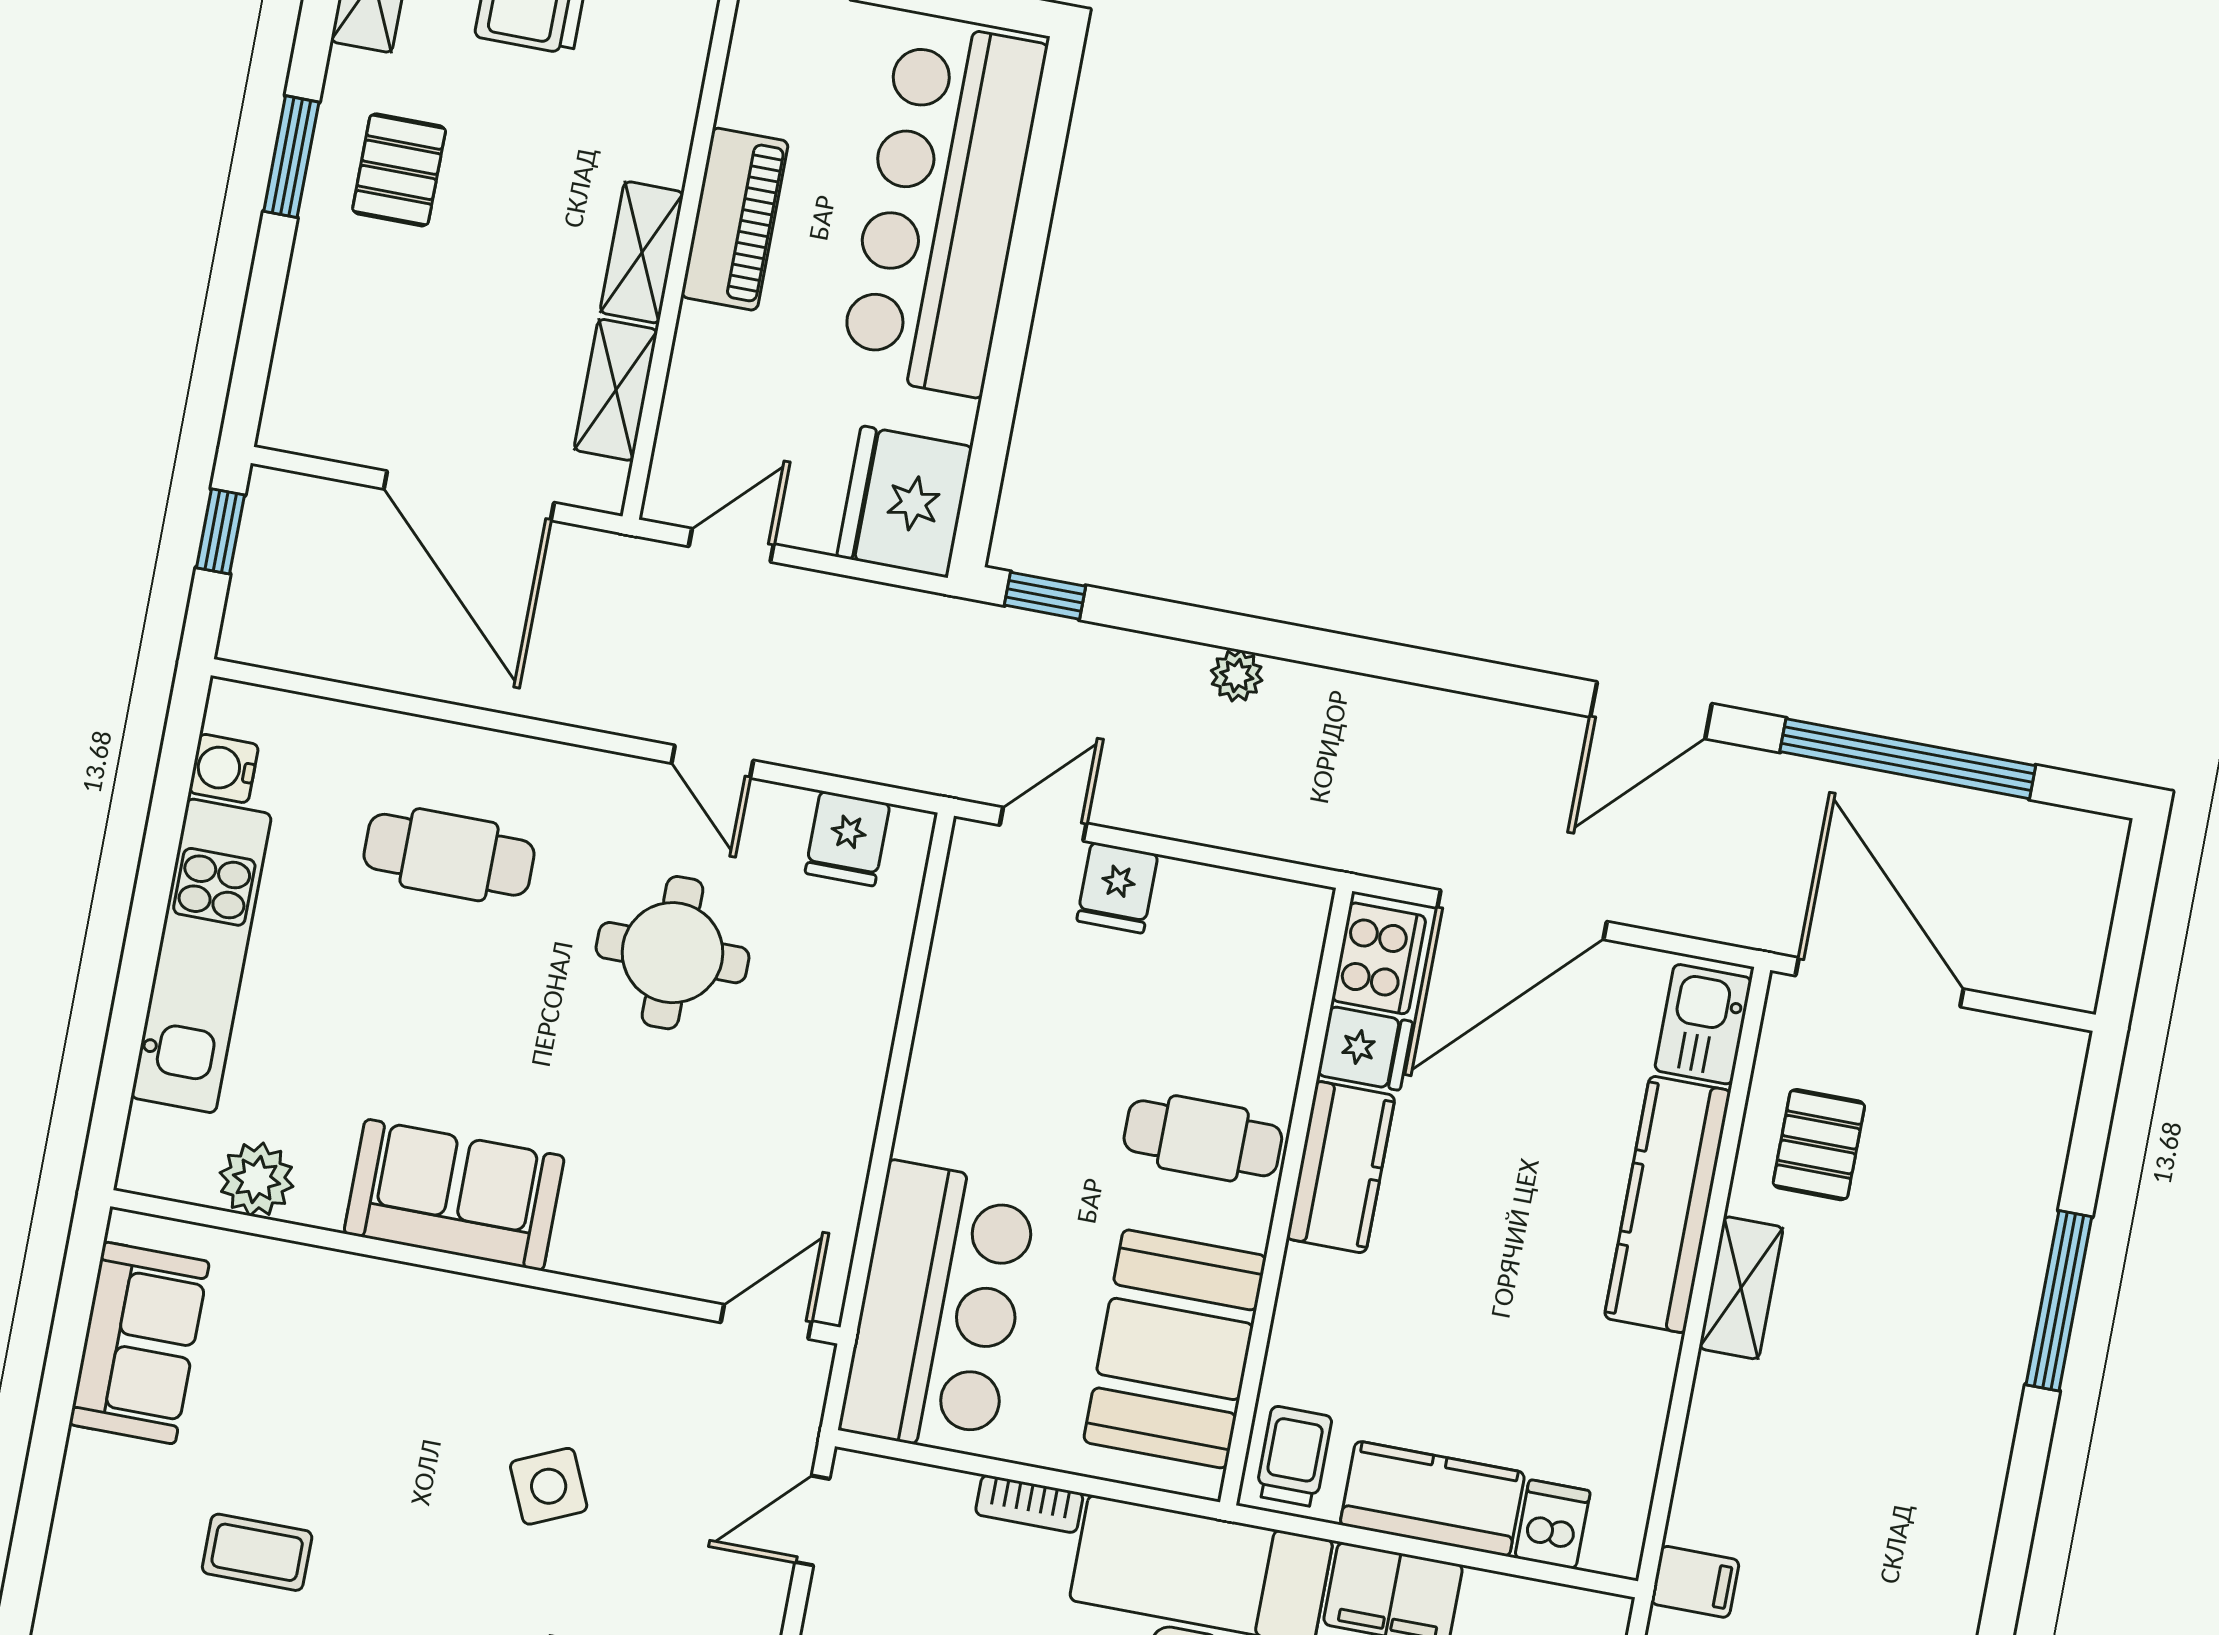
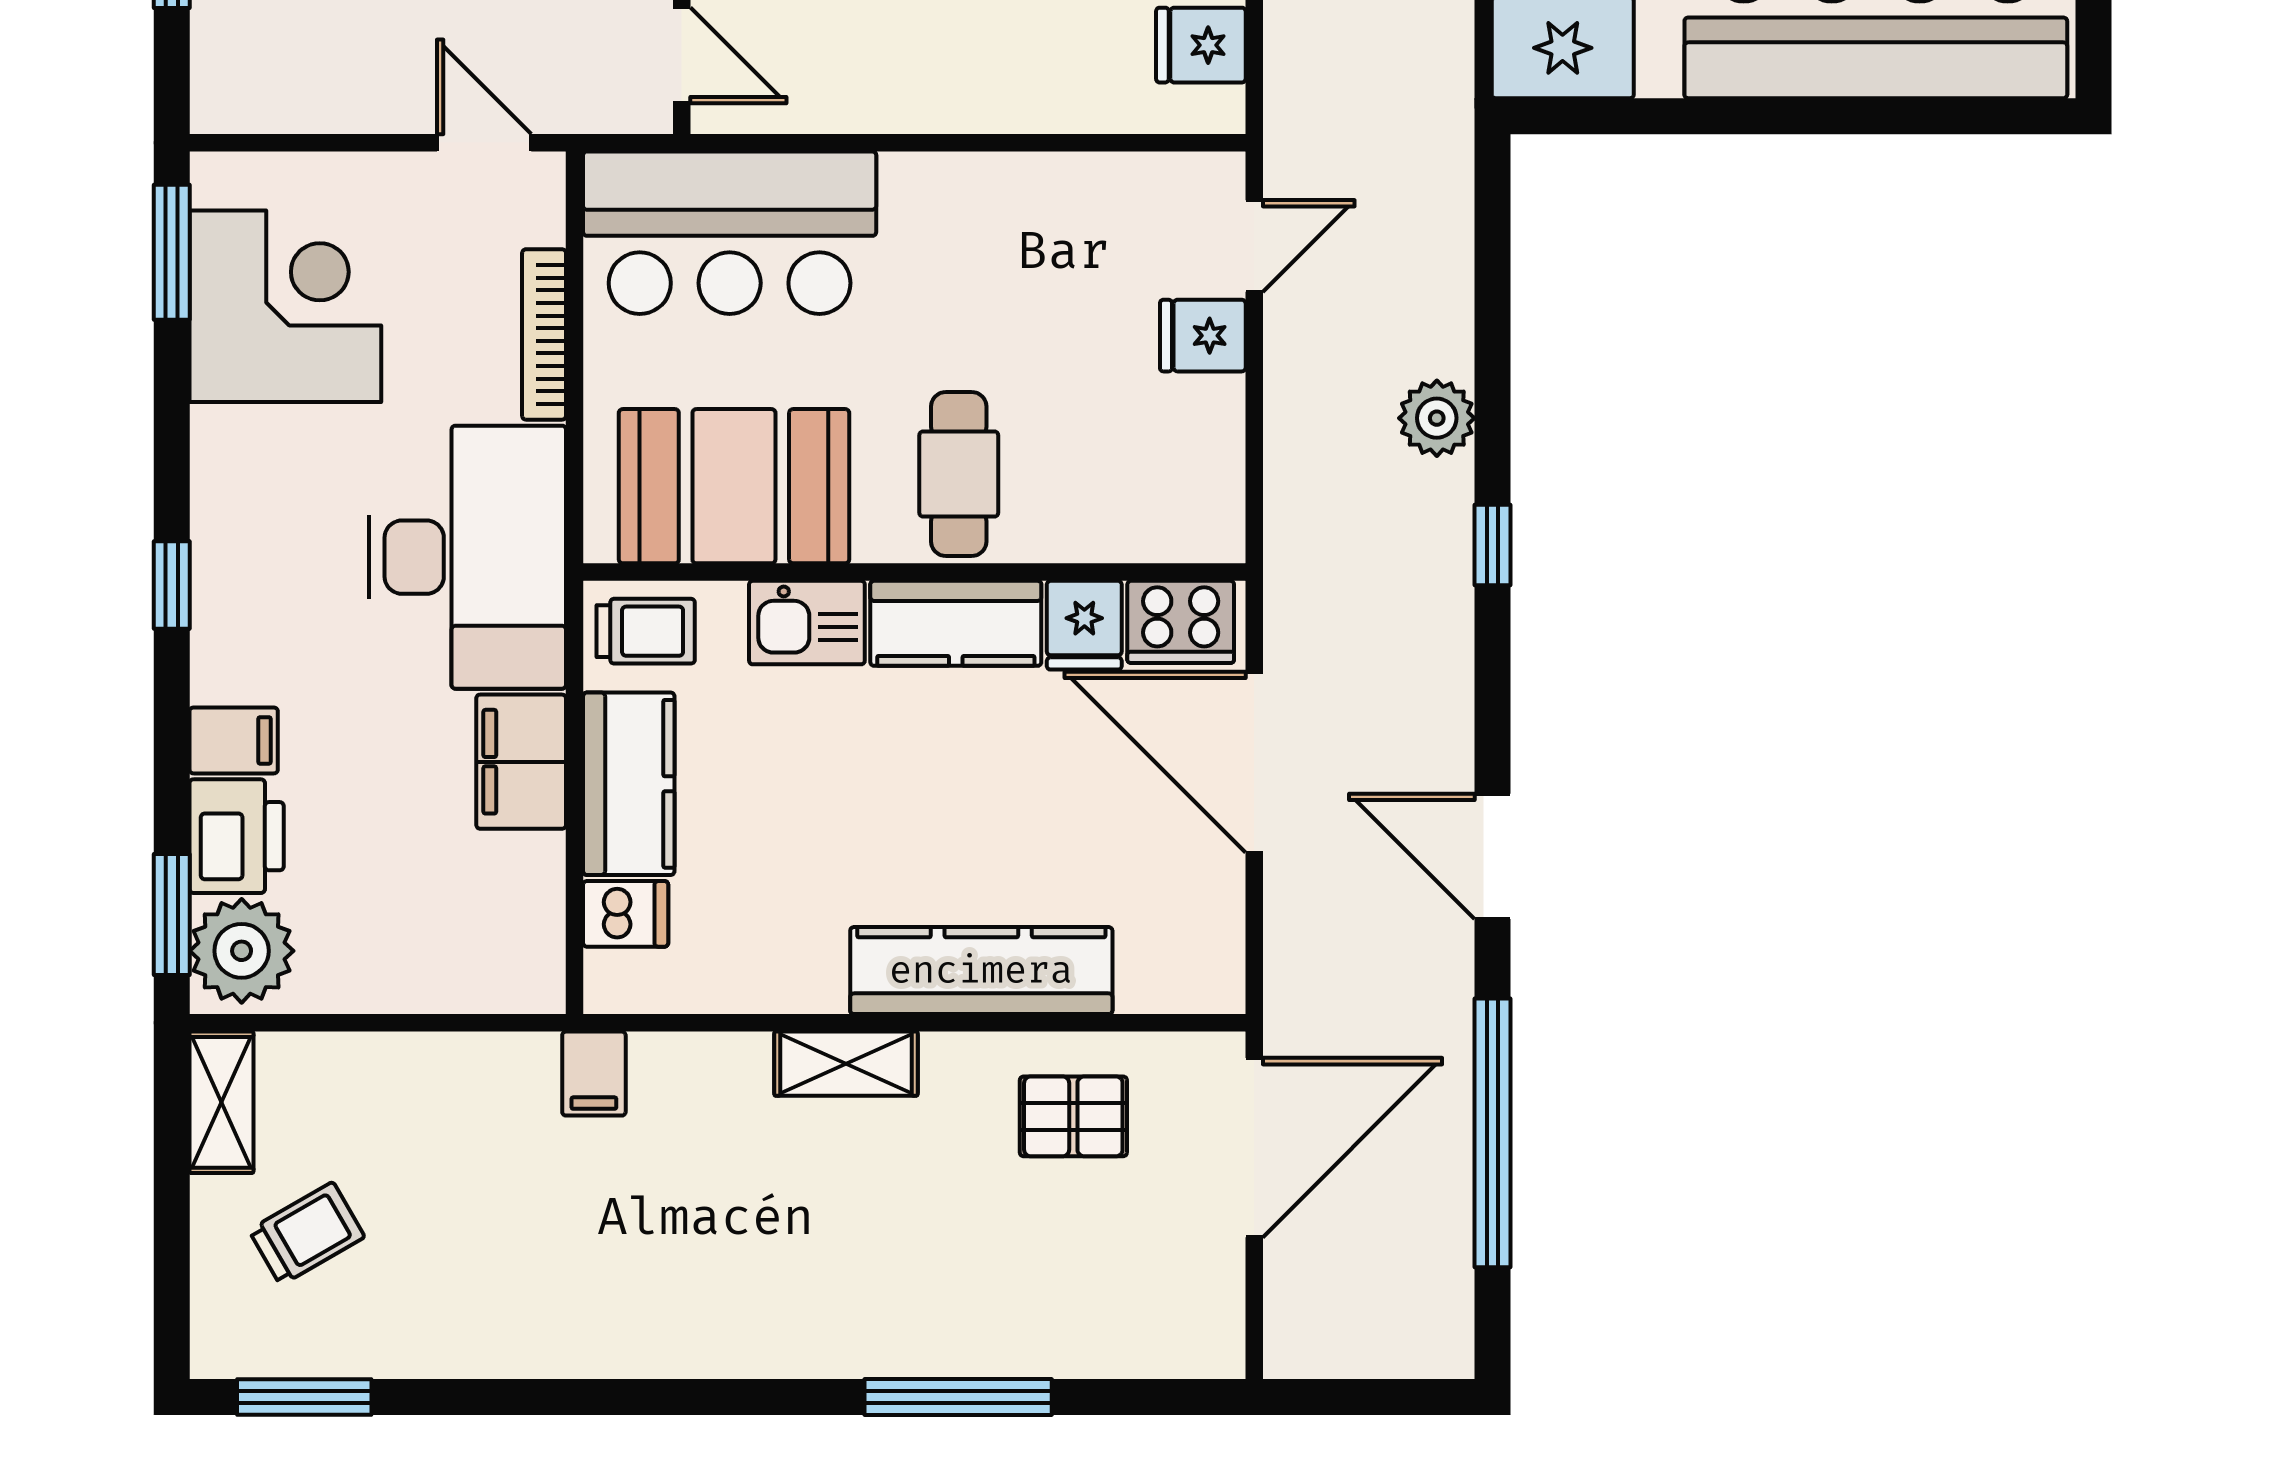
window: (1045, 596) -> (1493, 545), moved
plant: (1237, 676) -> (1437, 418), width x1.38, depth x1.38
door: (1043, 824) -> (1254, 246), hinge flipped
kitchen sink: (1703, 1024) -> (807, 623), moved, turned 180
shelving: (1741, 1288) -> (846, 1064), moved
bookcase: (1029, 1504) -> (544, 334), width x1.56

